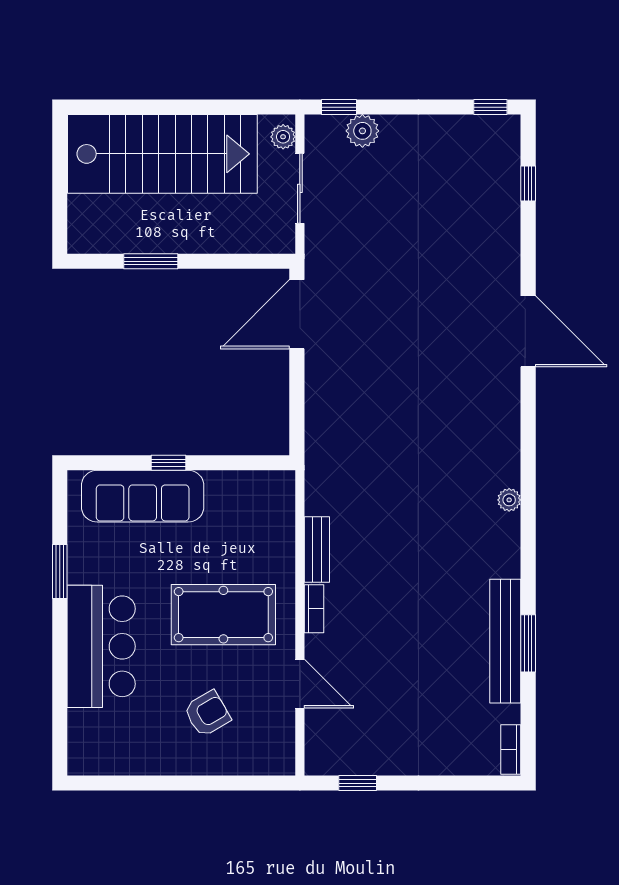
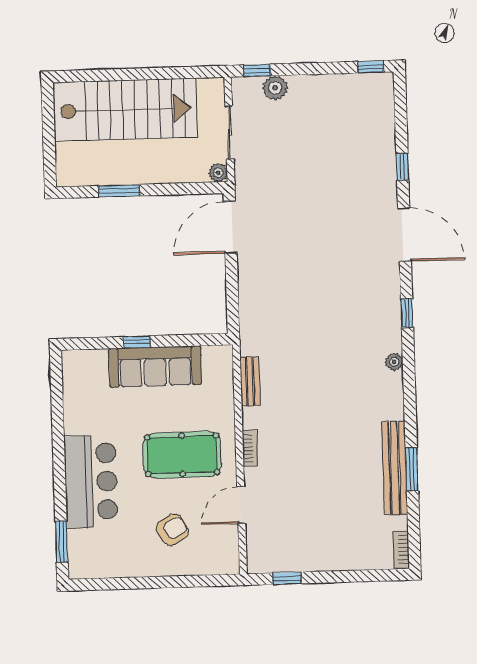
plant: (283, 137) -> (218, 173), moved
window: (528, 183) -> (402, 167), moved
window: (528, 436) -> (407, 313), added
sofa: (143, 496) -> (155, 366), moved
bench: (317, 549) -> (250, 381), moved
window: (60, 571) -> (62, 542), moved
door: (300, 684) -> (241, 505), swing flipped

